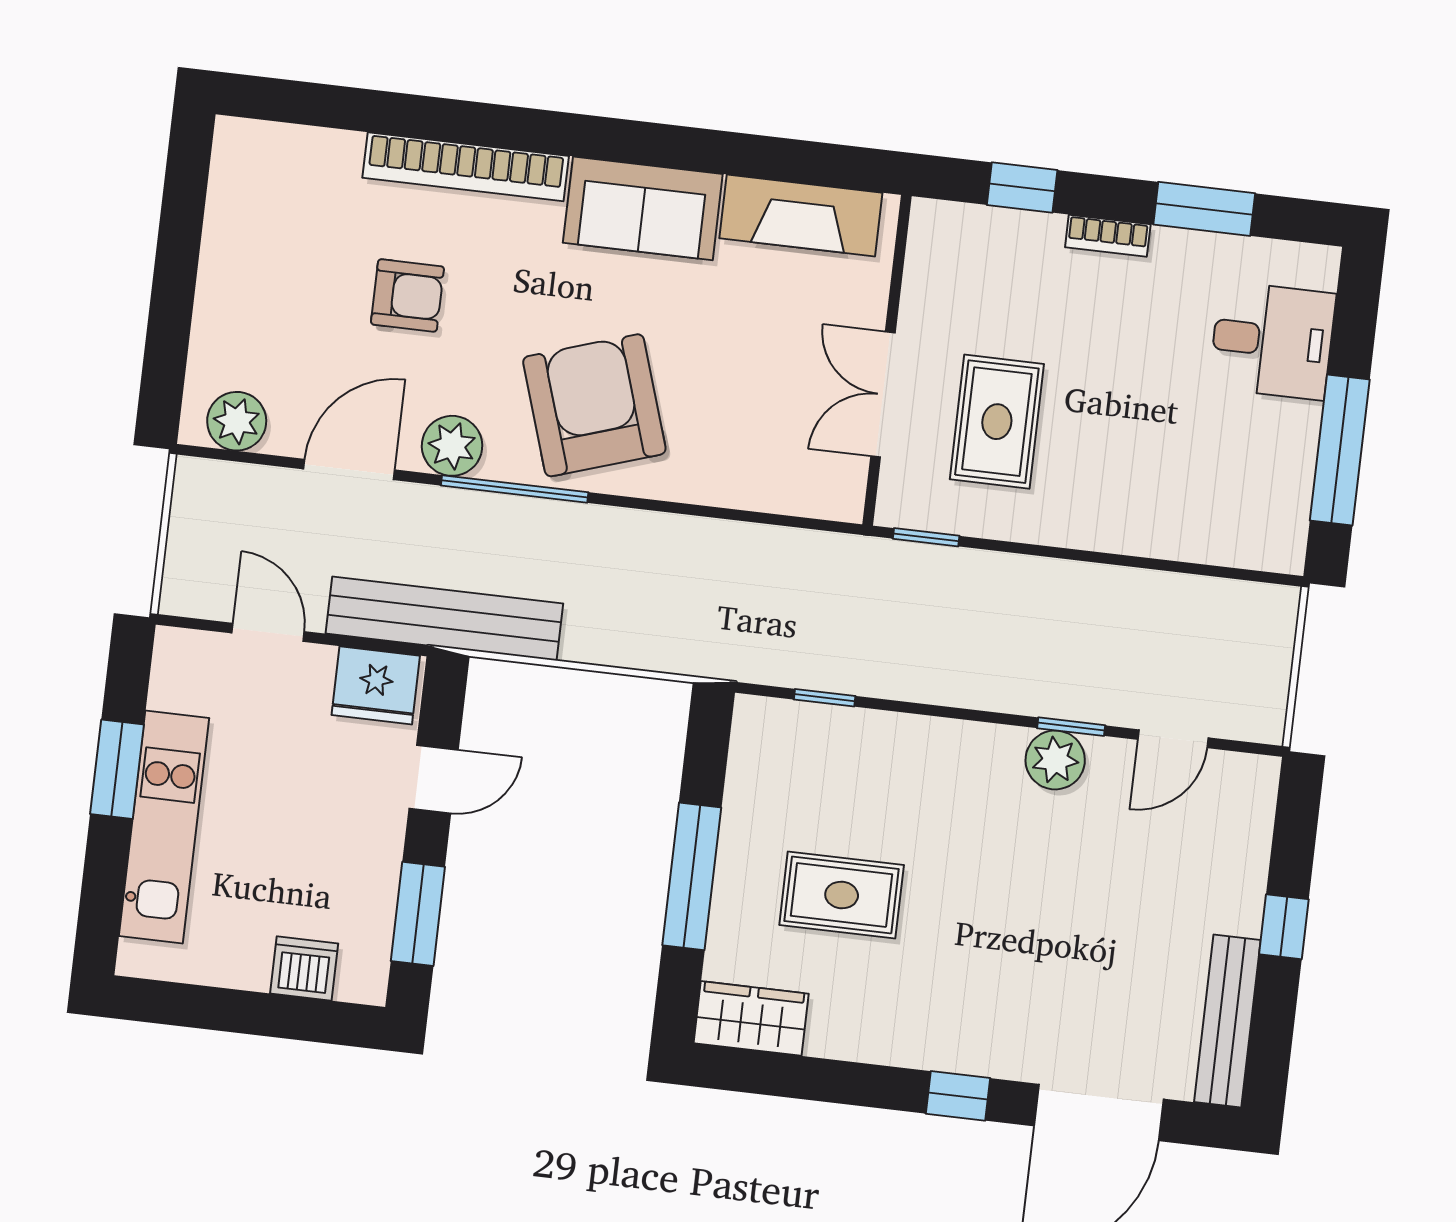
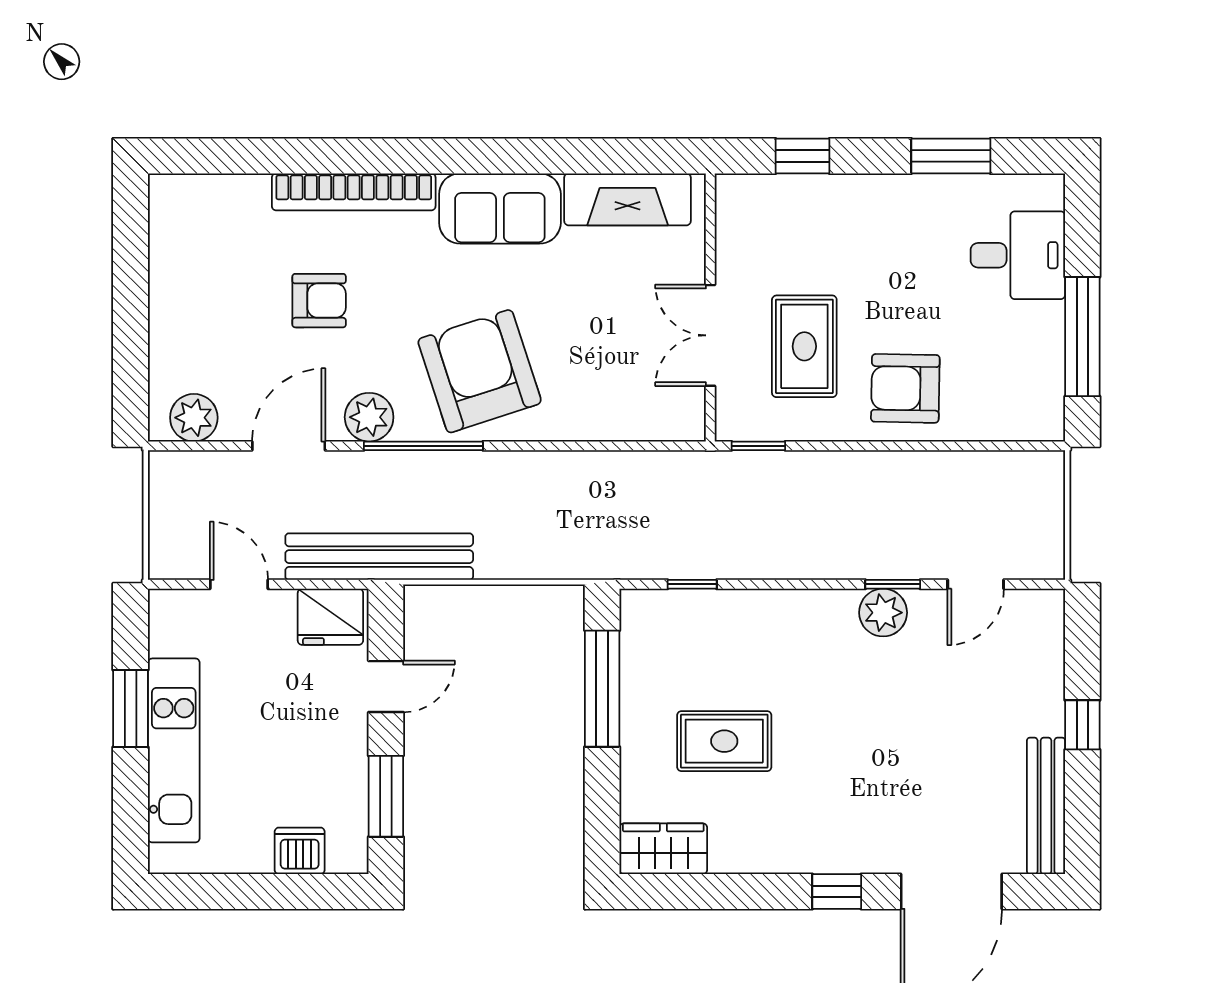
bookcase: (1108, 236) -> (876, 187), removed
armchair: (1115, 488) -> (905, 388), added
window: (692, 876) -> (602, 689), moved

